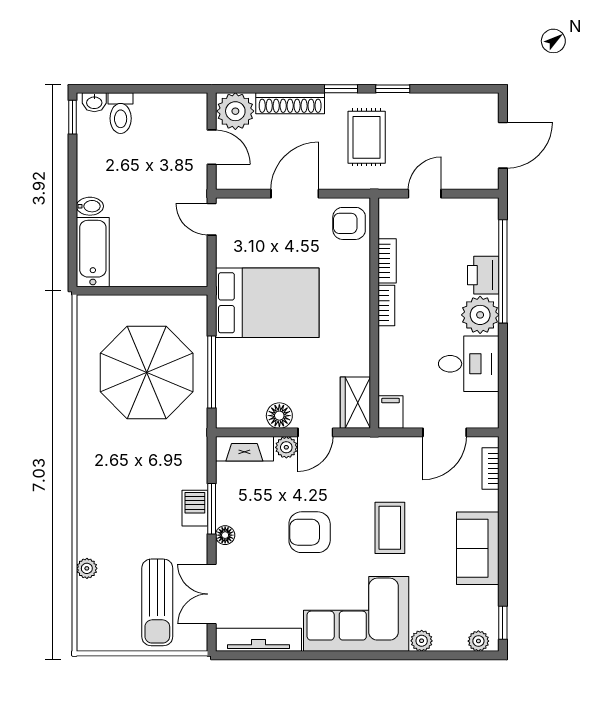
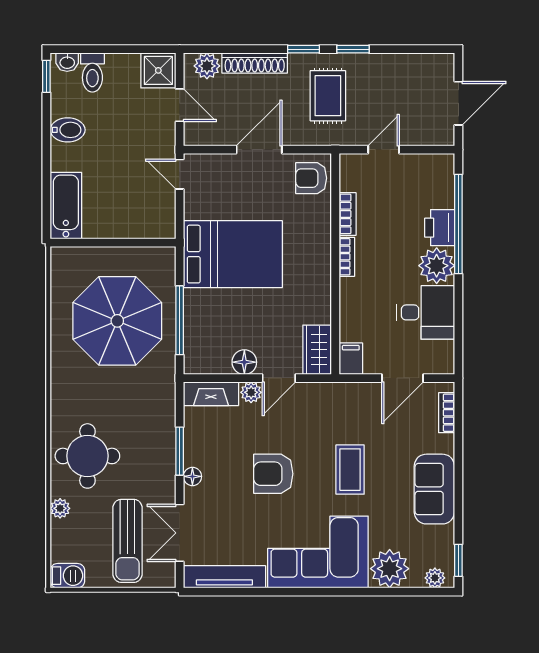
shower: (189, 111) -> (158, 70), added
plant: (235, 111) -> (207, 66), width x0.73, depth x0.73
bidet: (90, 206) -> (68, 130), moved, width x1.38, depth x1.36
barbecue: (195, 508) -> (67, 576), moved, turned 90
round table: (115, 514) -> (87, 456), added
plant: (422, 641) -> (390, 569), width x1.88, depth x1.88

